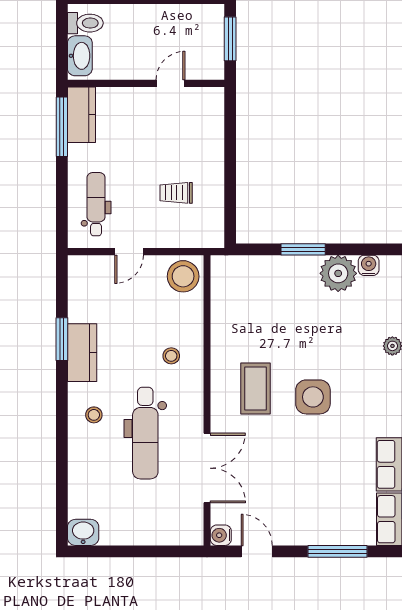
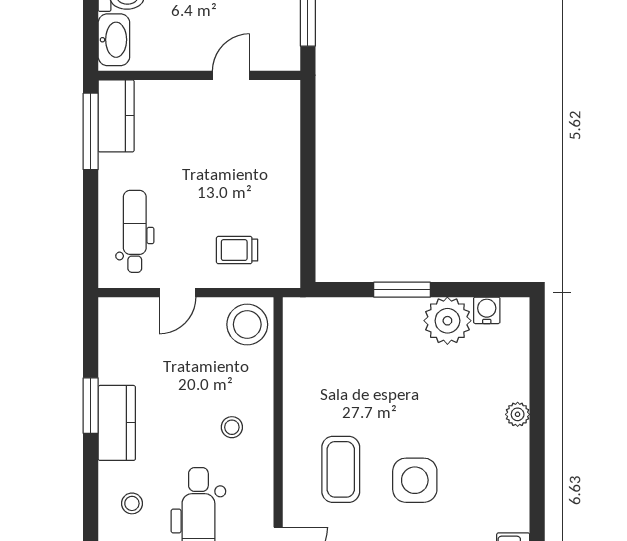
trolley: (176, 193) -> (237, 250), moved

